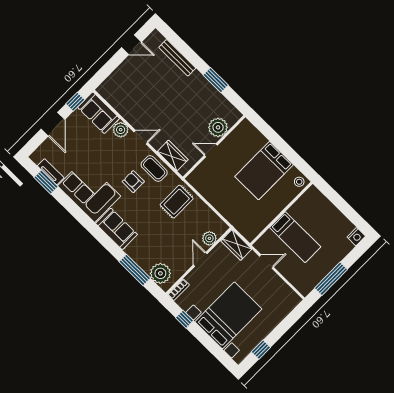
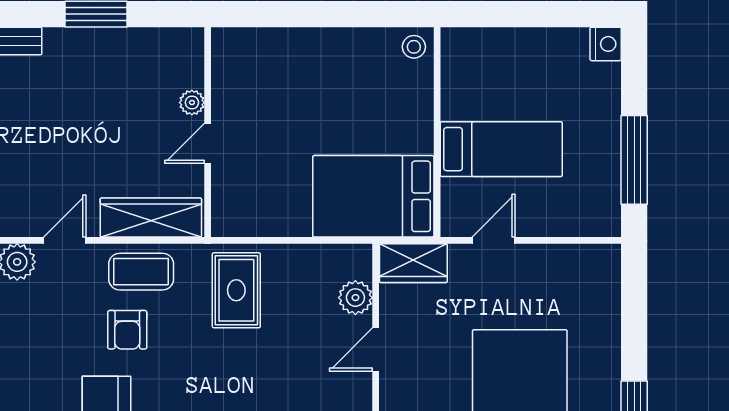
plant: (218, 127) -> (192, 103), width x0.53, depth x0.53
wardrobe: (173, 156) -> (151, 218), width x1.50
bed: (264, 171) -> (373, 196), moved, turned 90
armchair: (133, 182) -> (127, 330), turned -90
door: (200, 259) -> (376, 349), hinge flipped

